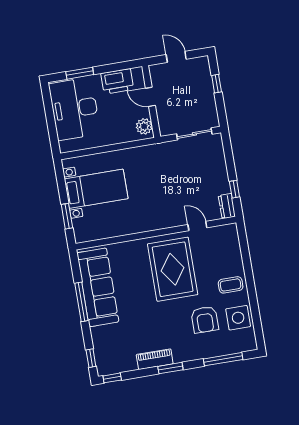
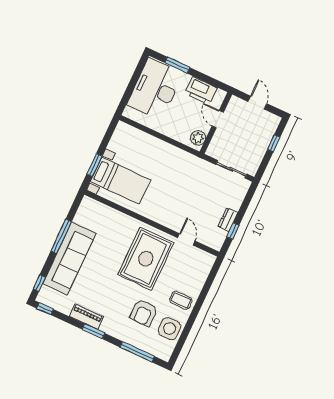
bed with nightstands: (96, 189) -> (120, 181), moved
dresser: (227, 206) -> (228, 220), moved
sofa: (98, 287) -> (69, 258), moved

